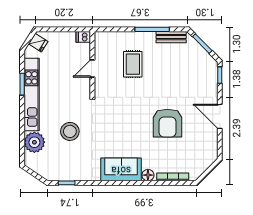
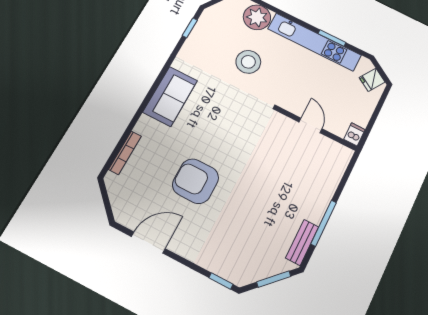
rug: (133, 64) -> (292, 176), removed
door: (220, 116) -> (148, 243), moved
floor lamp: (148, 175) -> (145, 124), removed

